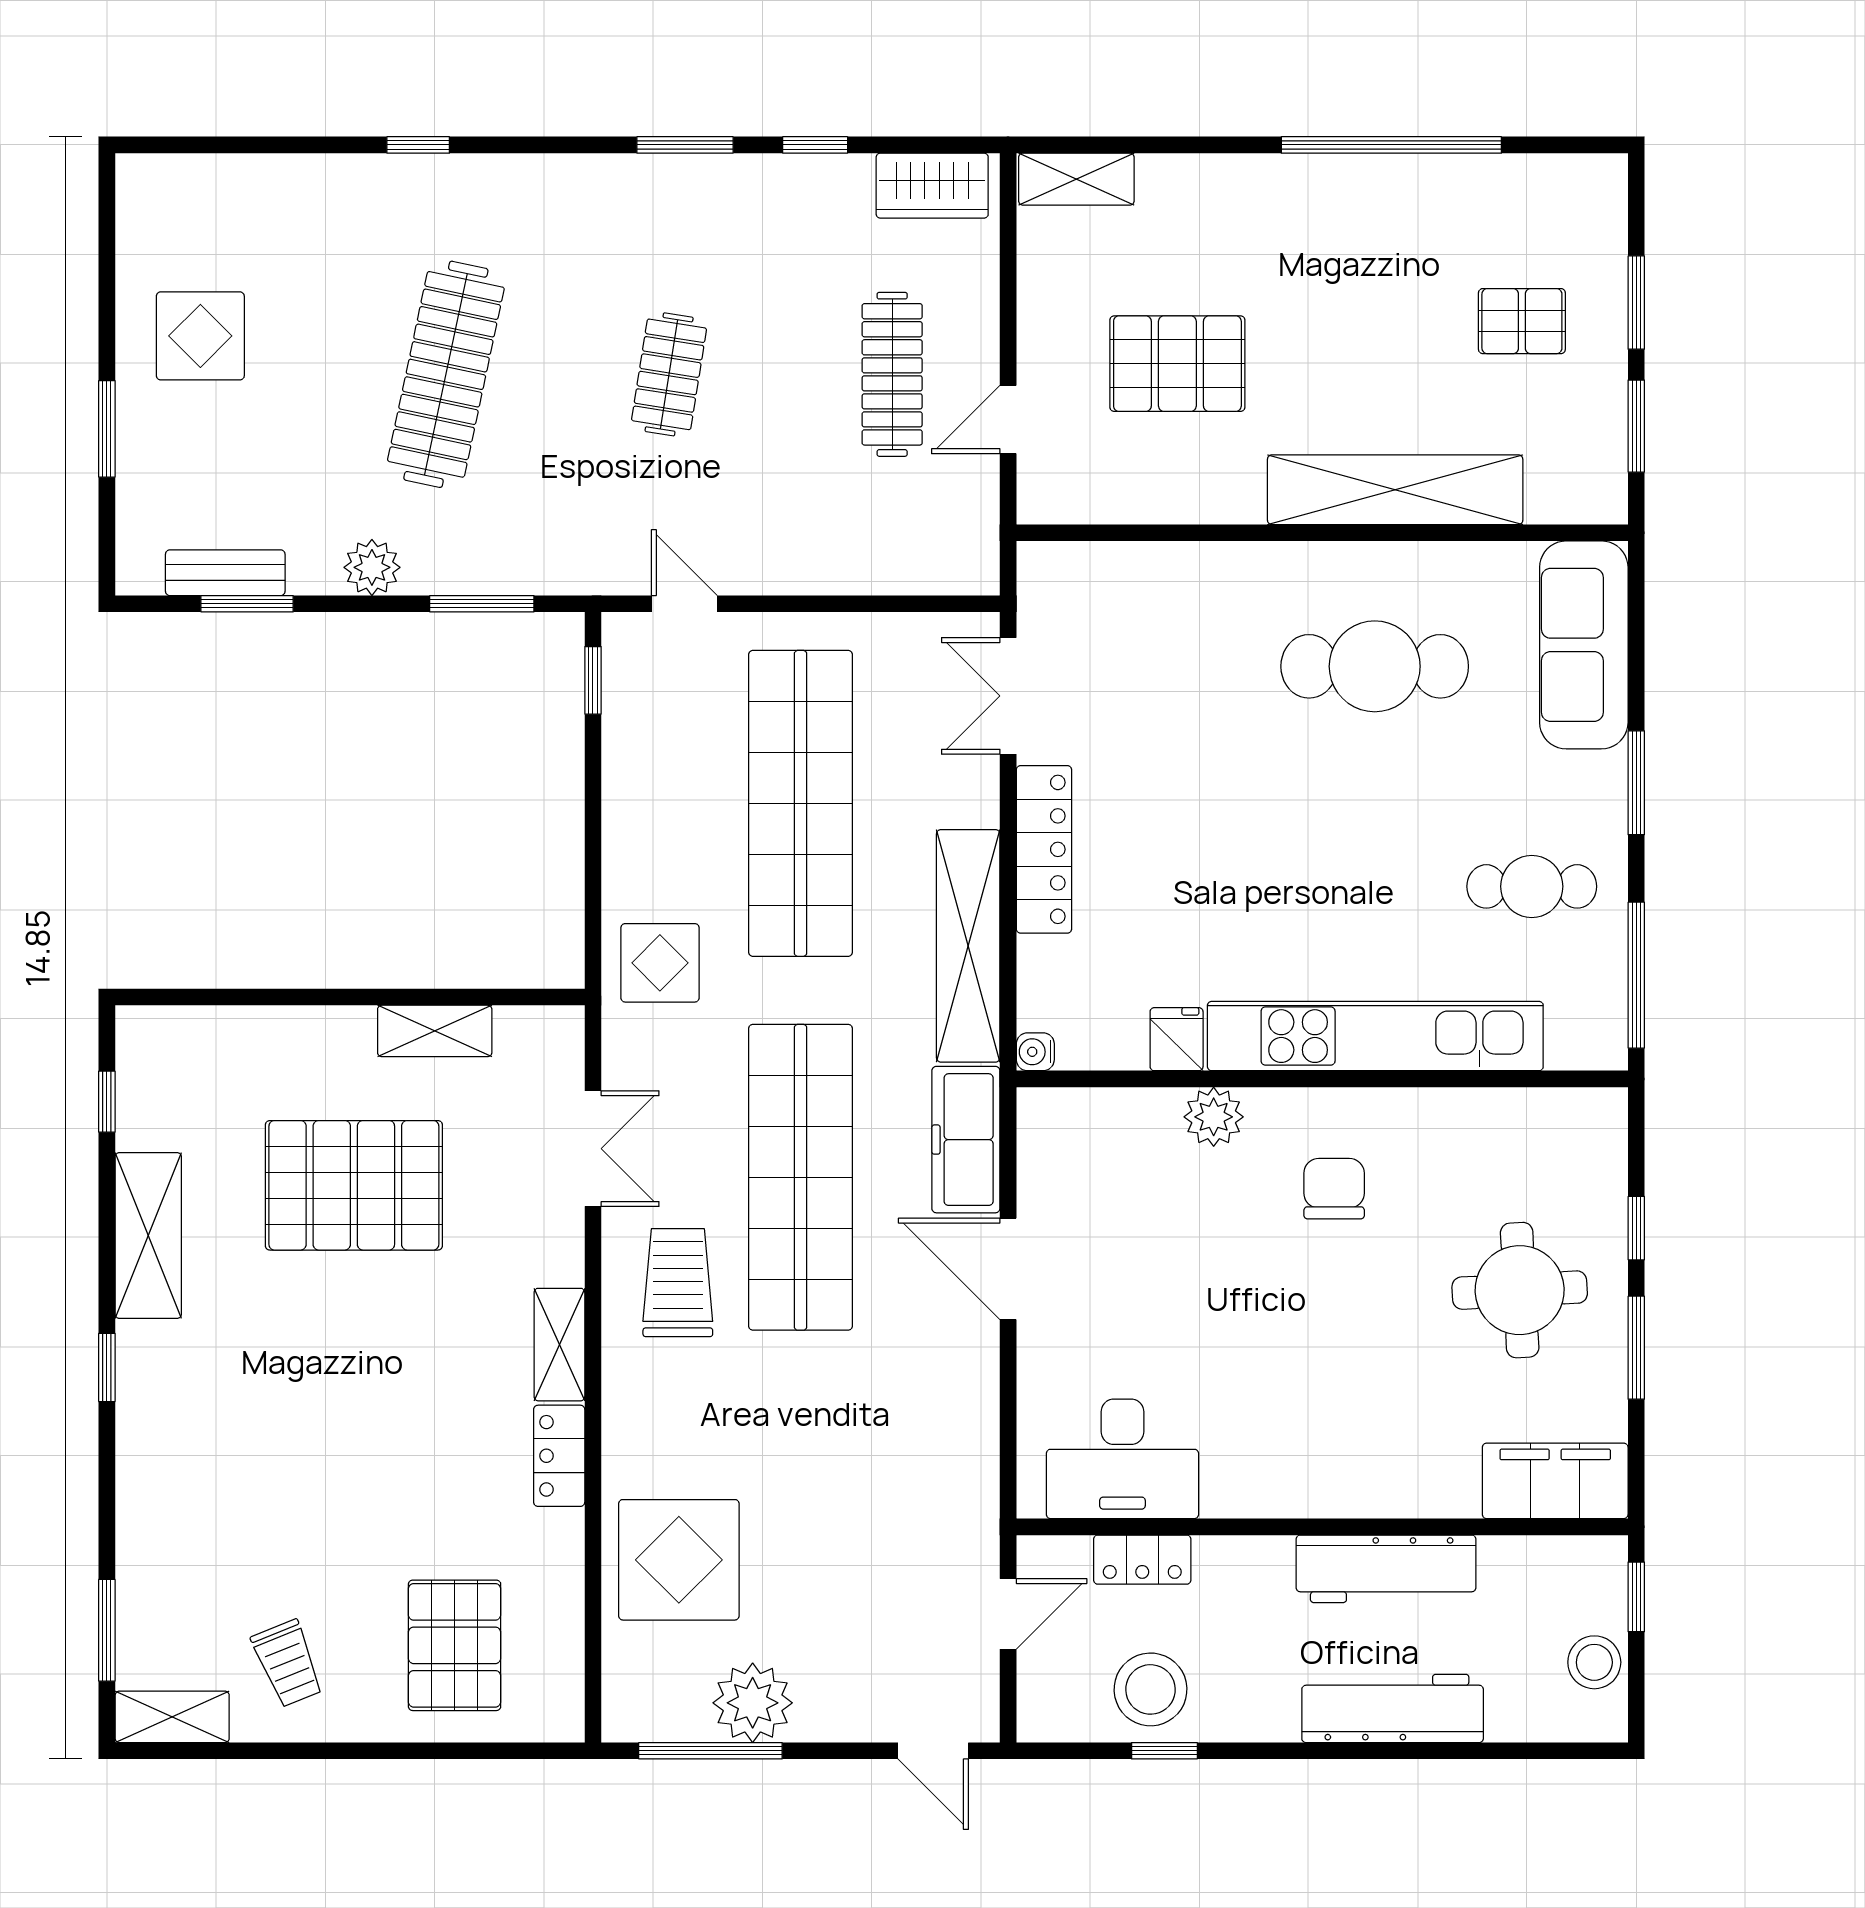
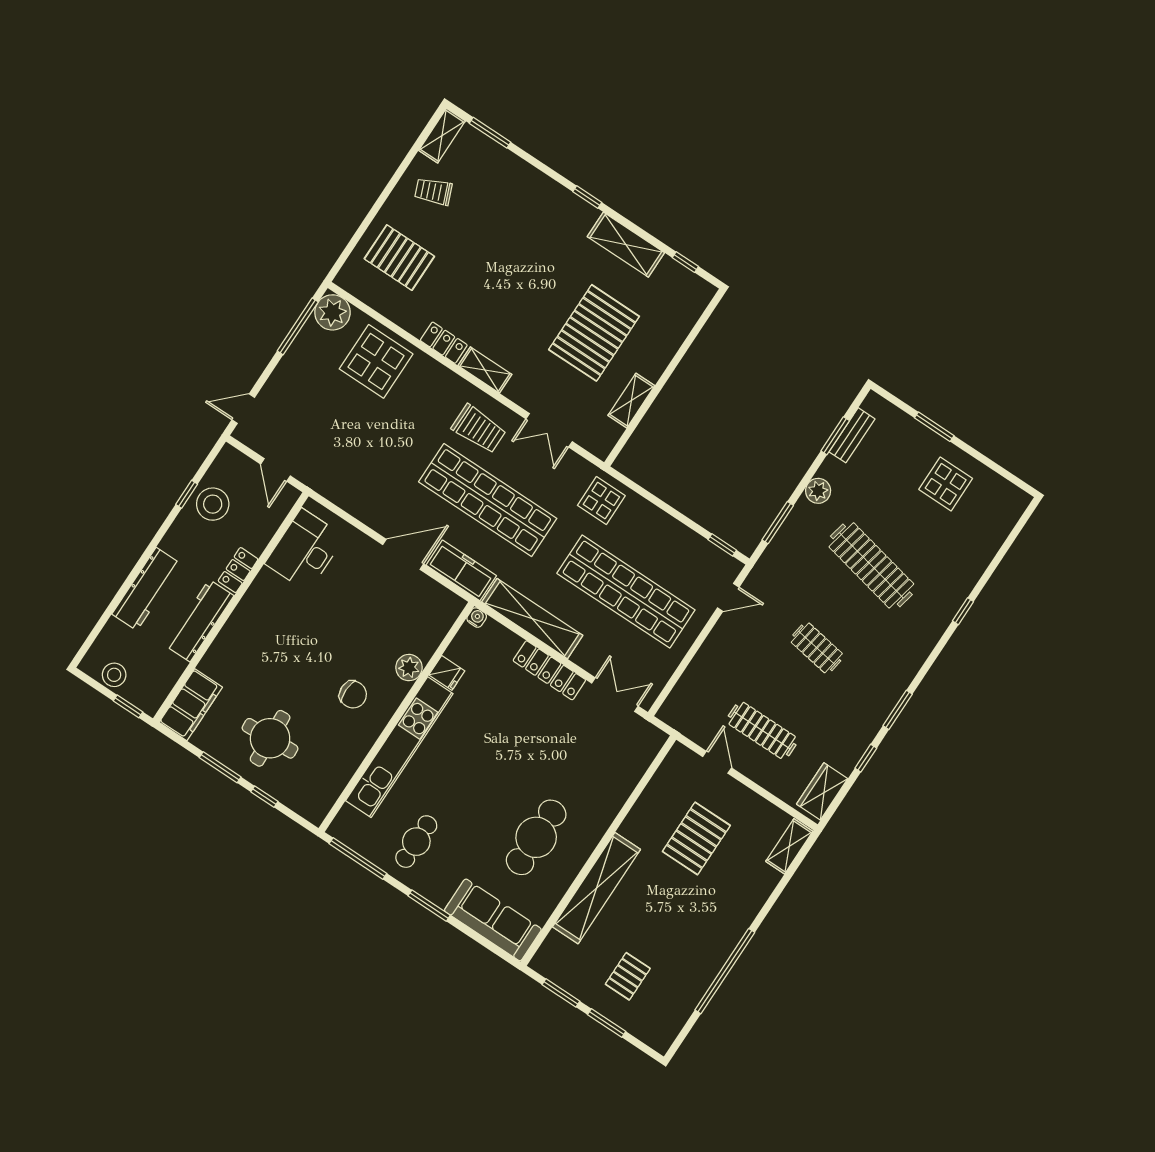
locker: (1142, 1560) -> (238, 570), moved
plant: (753, 1703) -> (332, 312), moved

